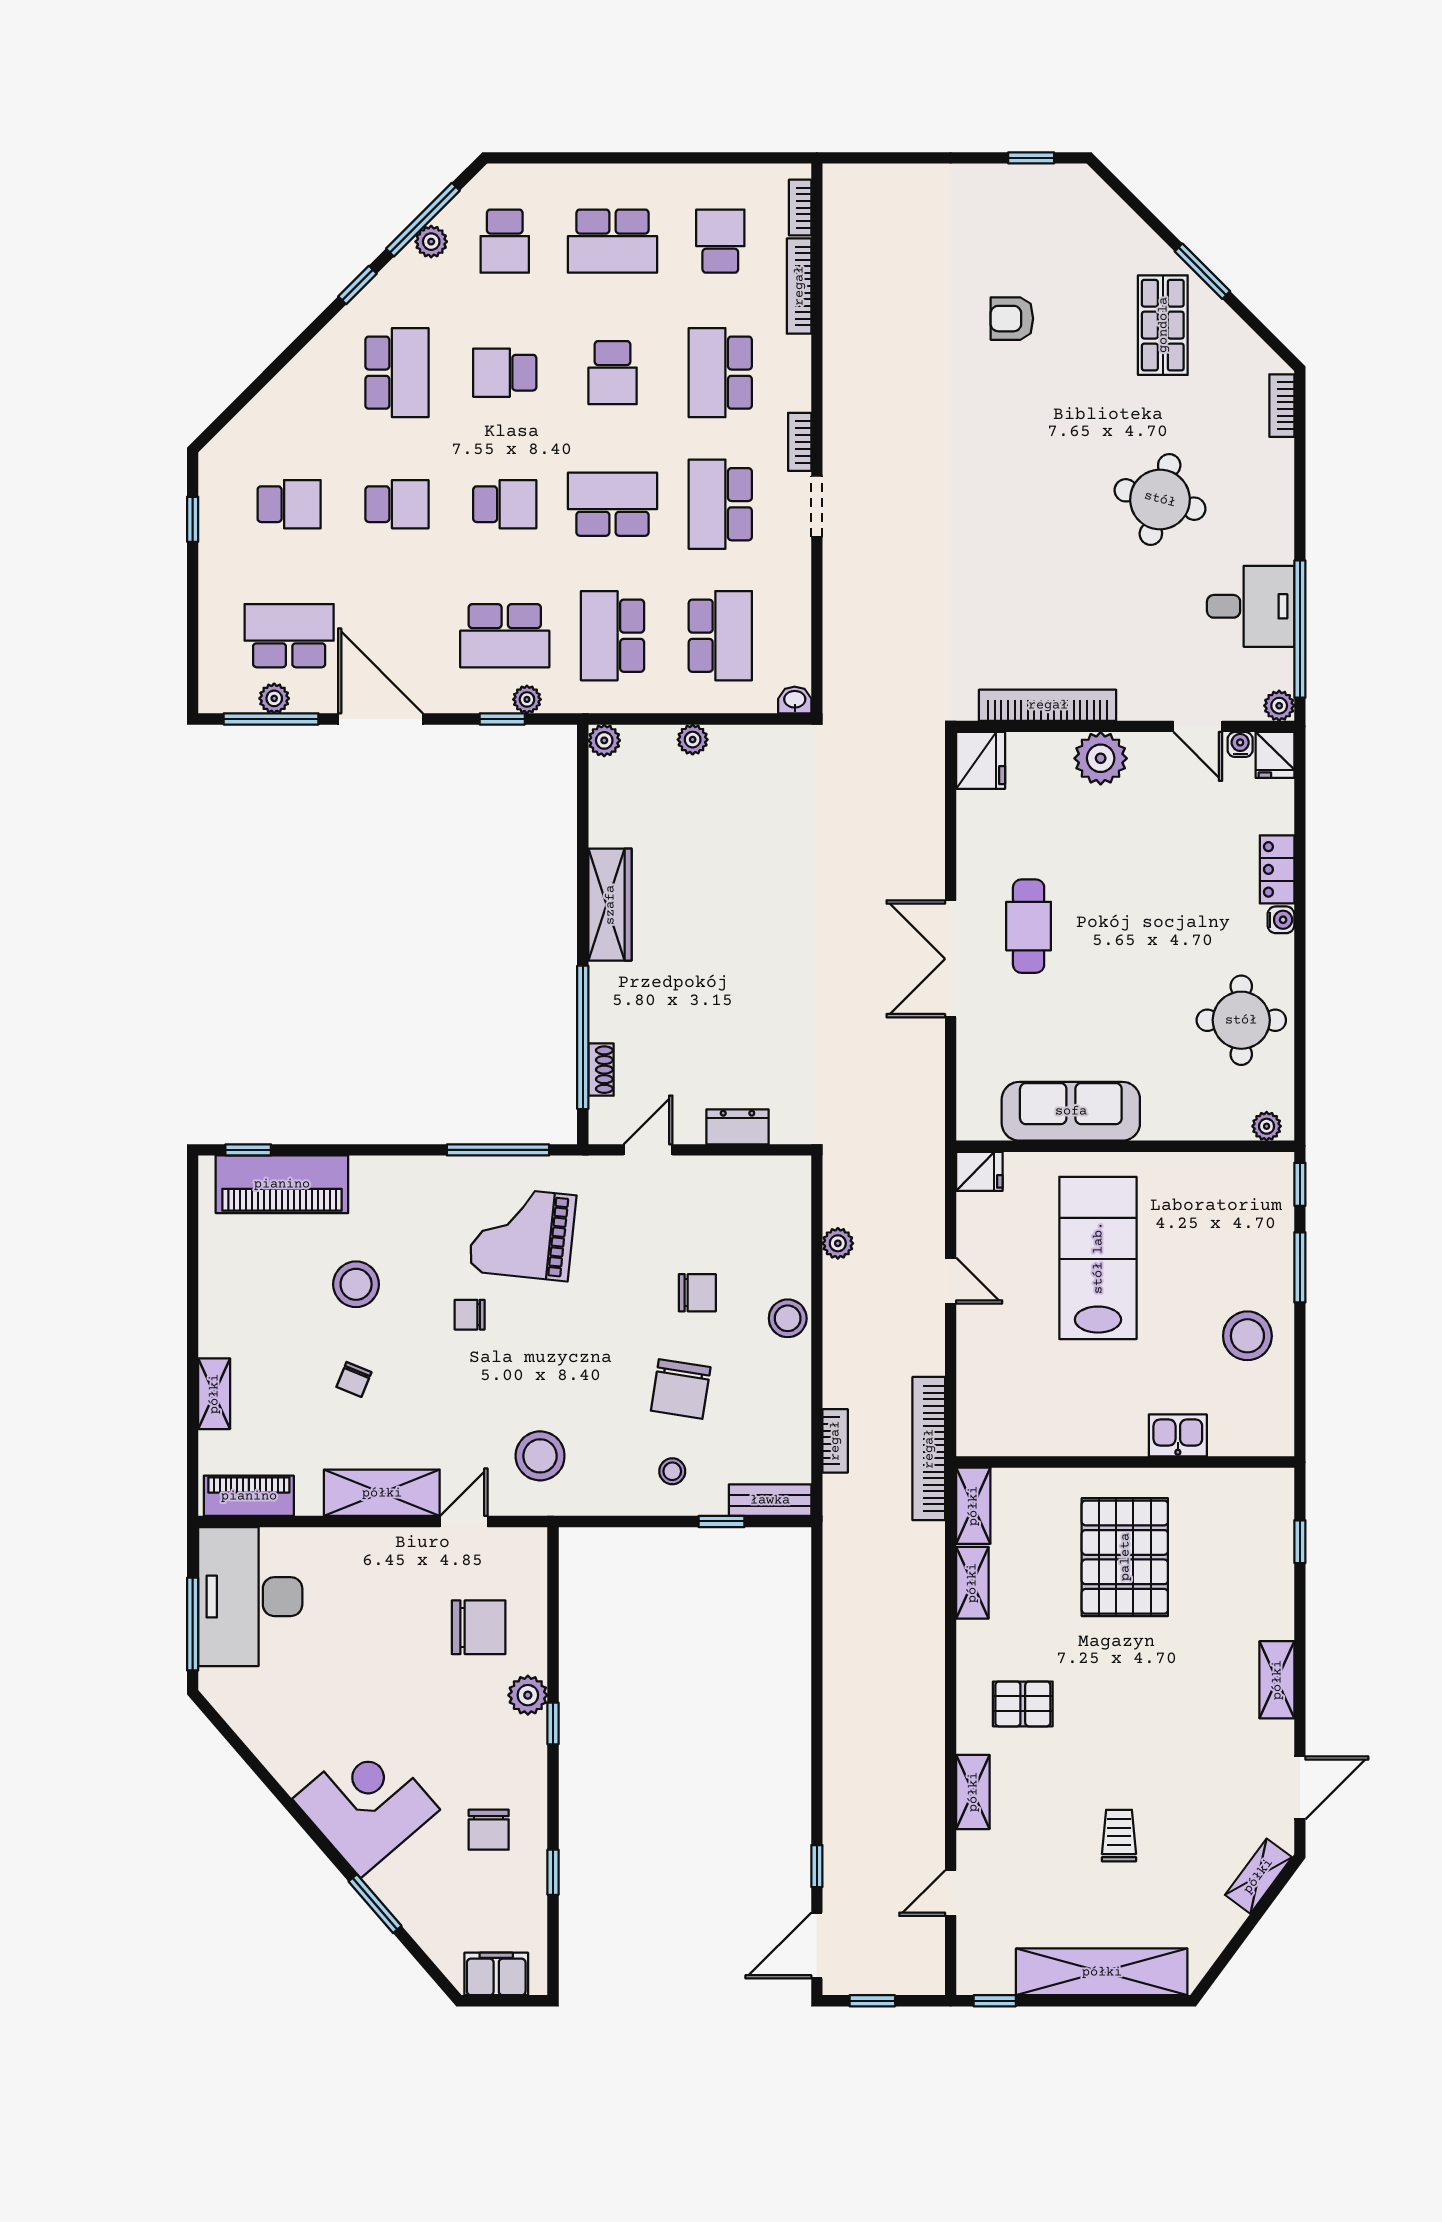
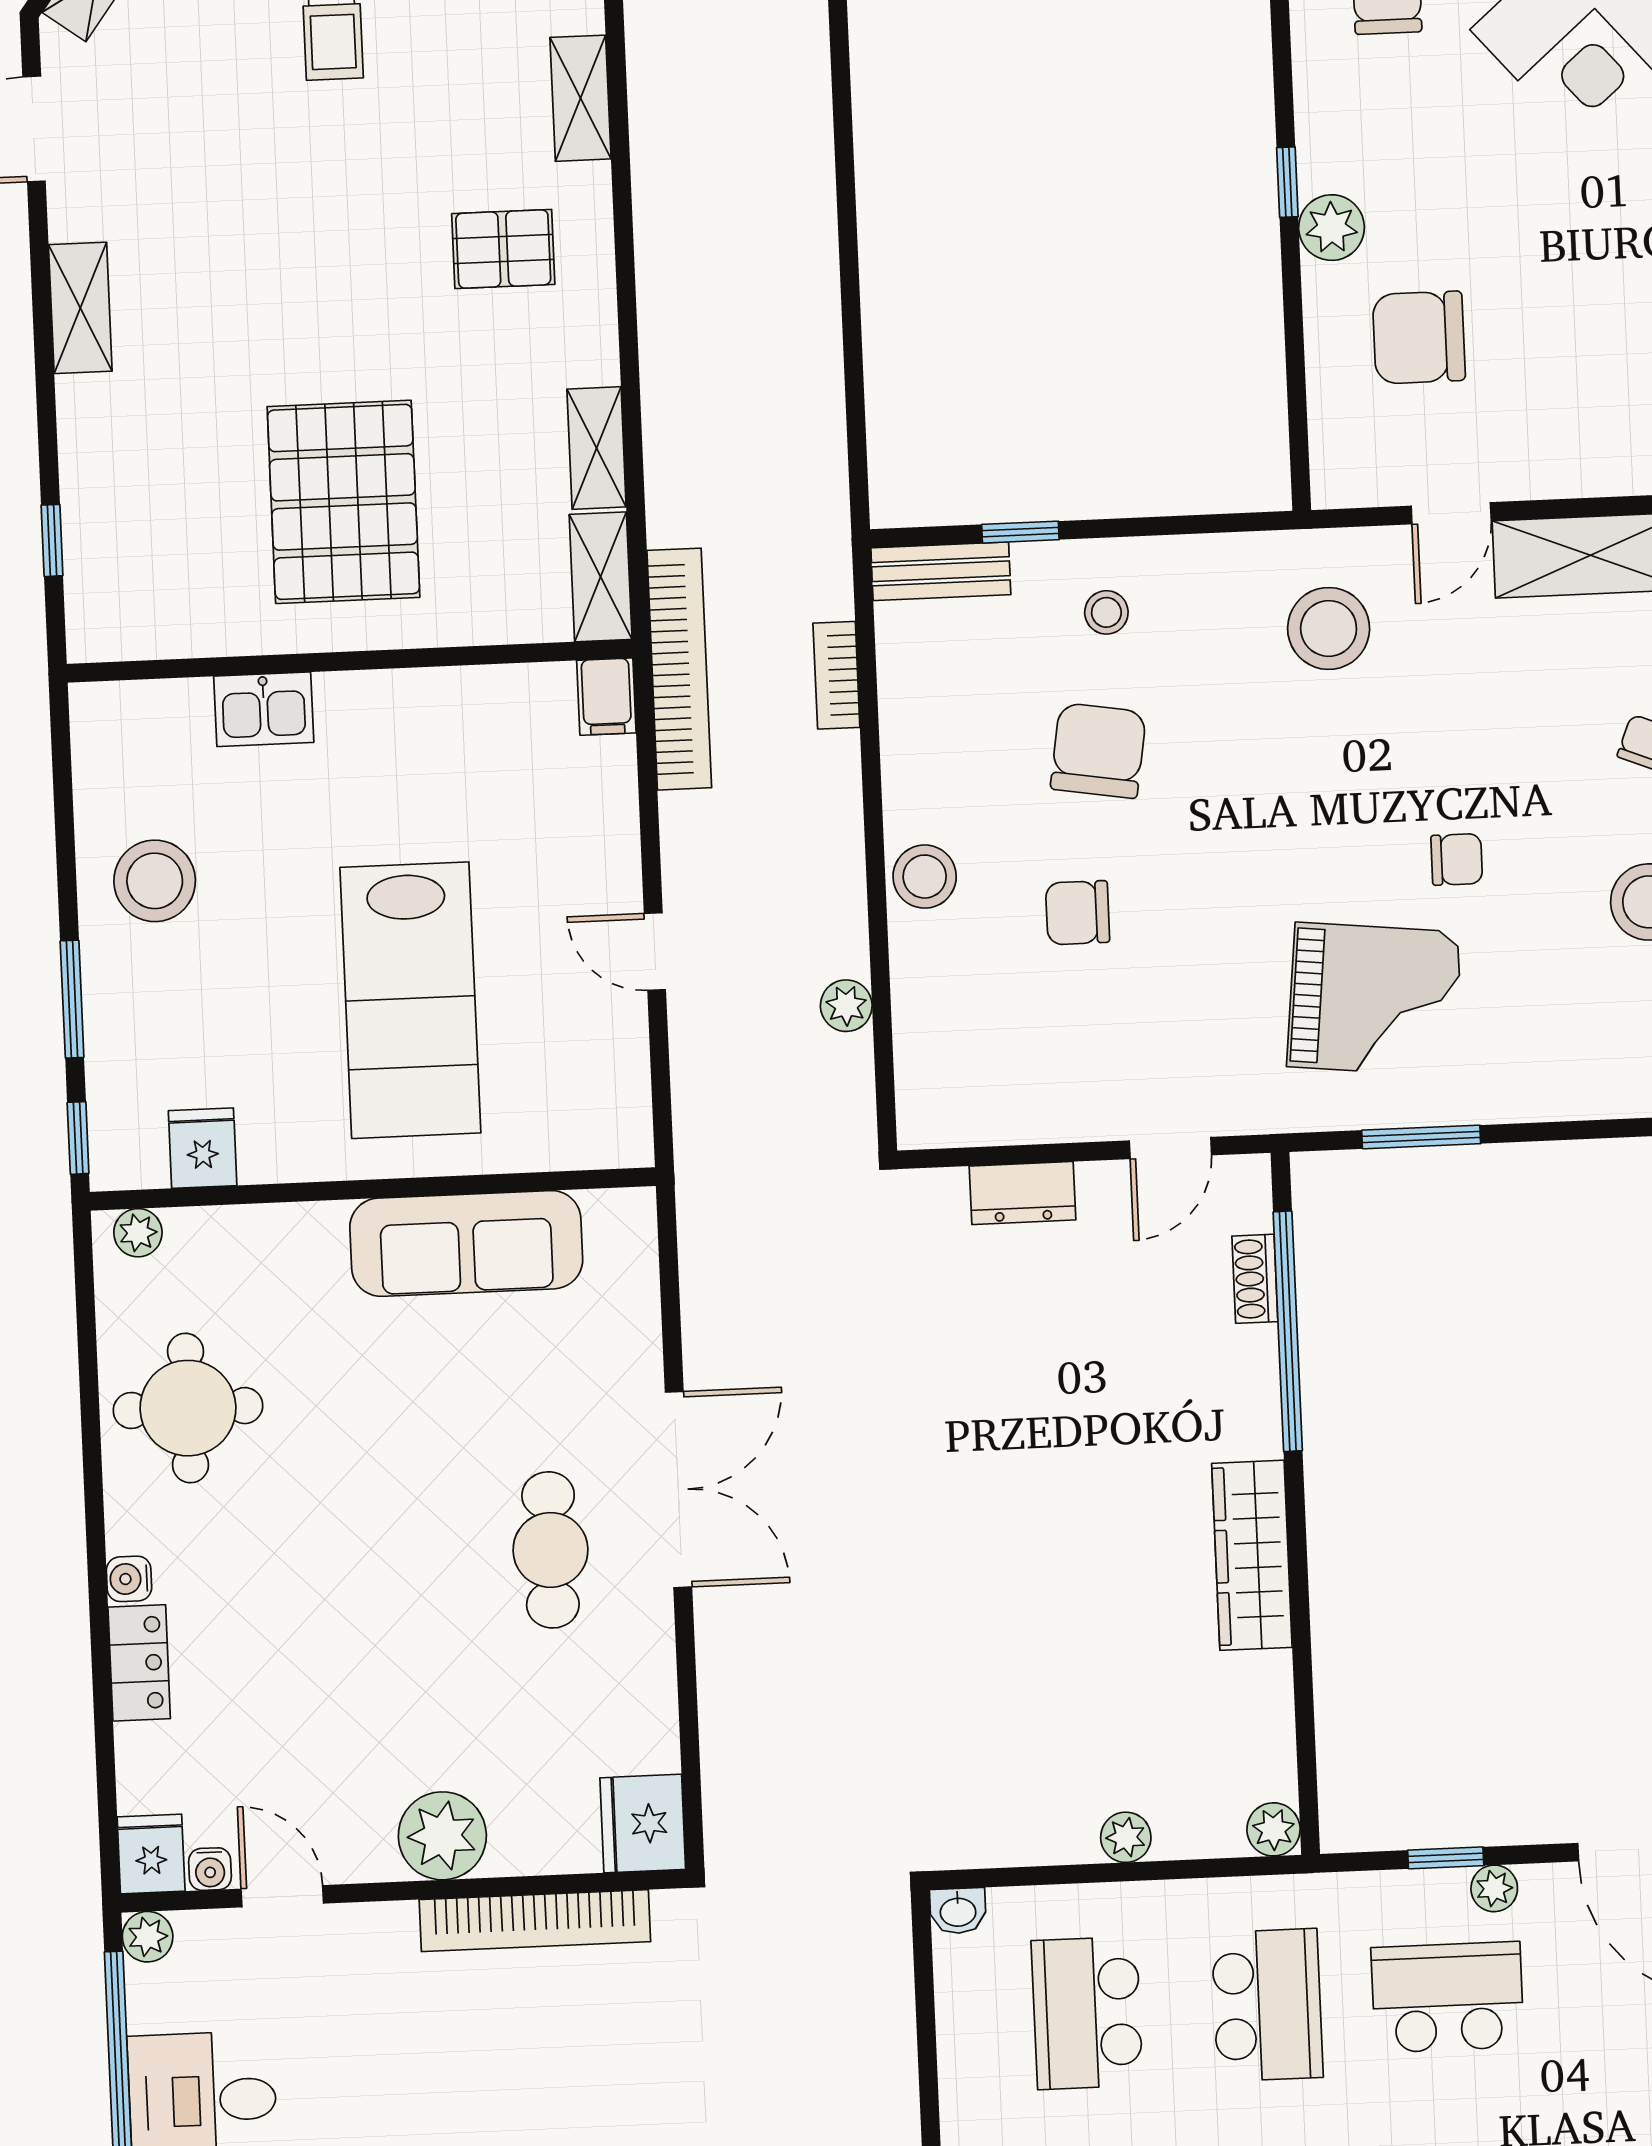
plant: (527, 699) -> (1494, 1888), moved
window: (498, 1150) -> (1421, 1137), width x0.69
fridge: (979, 1171) -> (203, 1148), moved, turned 90
filing cabinet: (973, 1434) -> (606, 697), added

